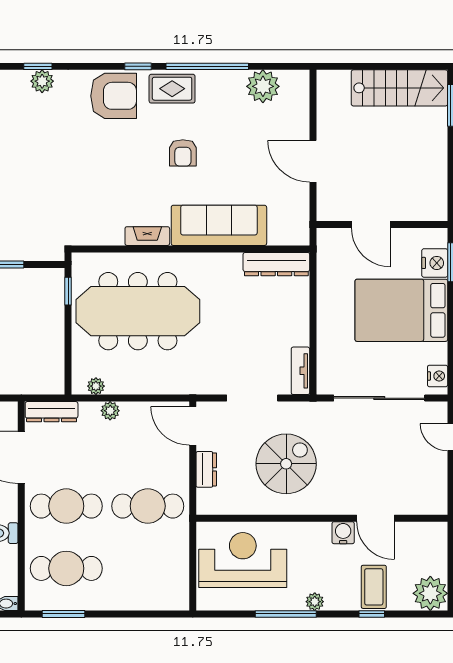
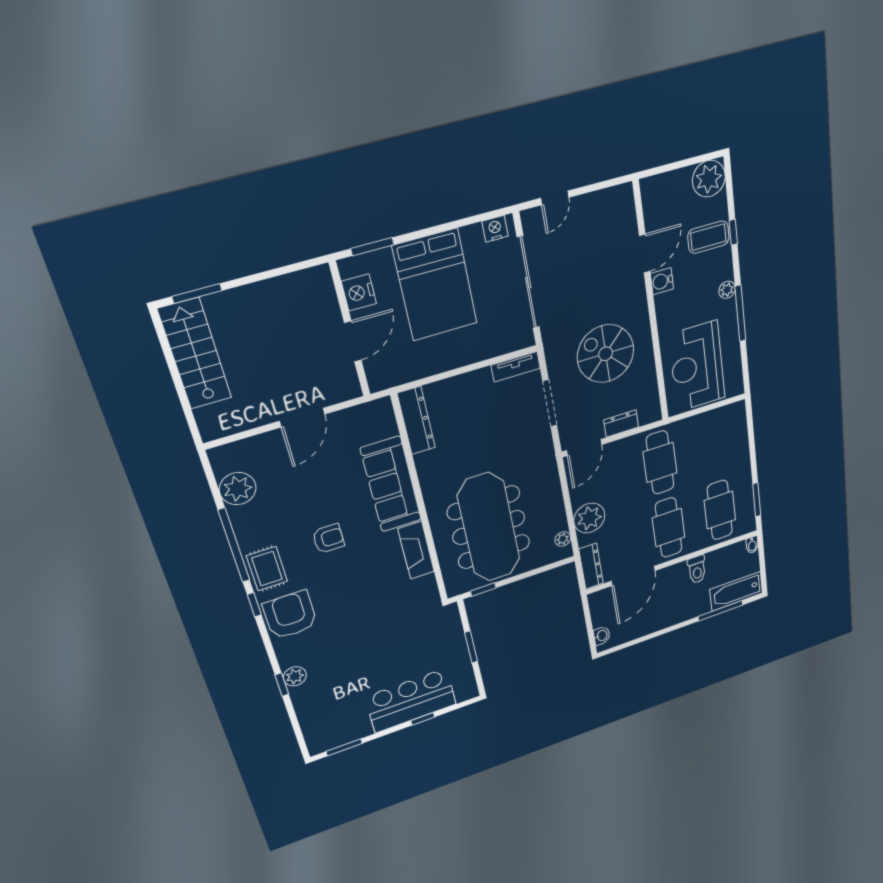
fireplace: (147, 236) -> (416, 550), width x1.37, depth x1.32
nightstand: (435, 263) -> (359, 293), moved, turned -90
plant: (110, 411) -> (589, 518), width x1.88, depth x1.88

